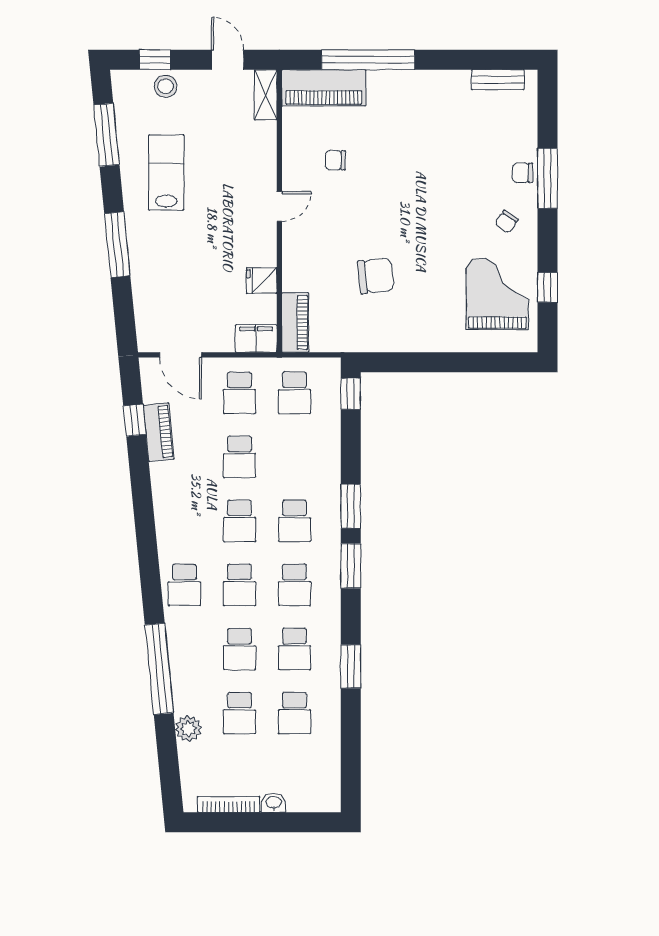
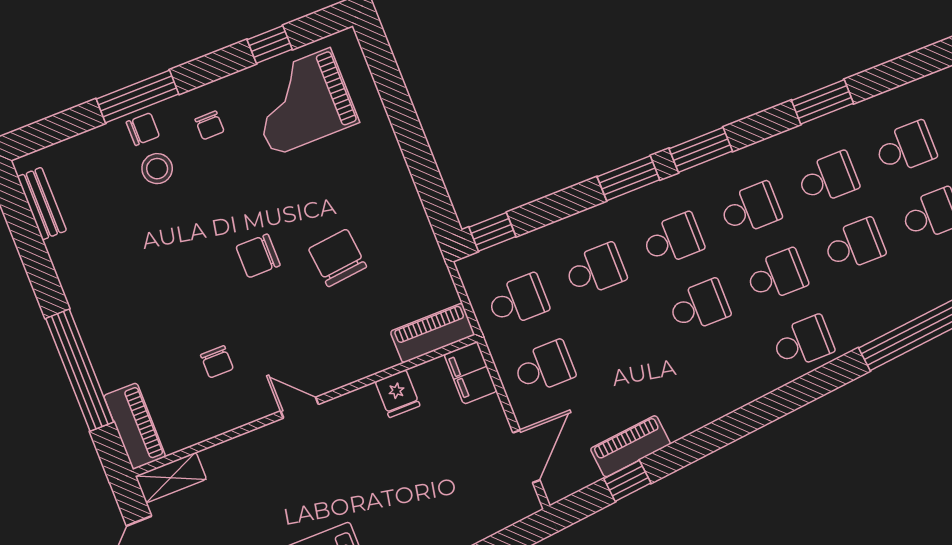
piano: (324, 88) -> (135, 426), width x0.73, depth x0.75
stool: (490, 172) -> (157, 169), added
chair: (523, 173) -> (143, 129), turned -90
chair: (400, 220) -> (258, 256), added
chair: (507, 222) -> (210, 125), turned 55
school desk: (239, 457) -> (595, 270), moved

